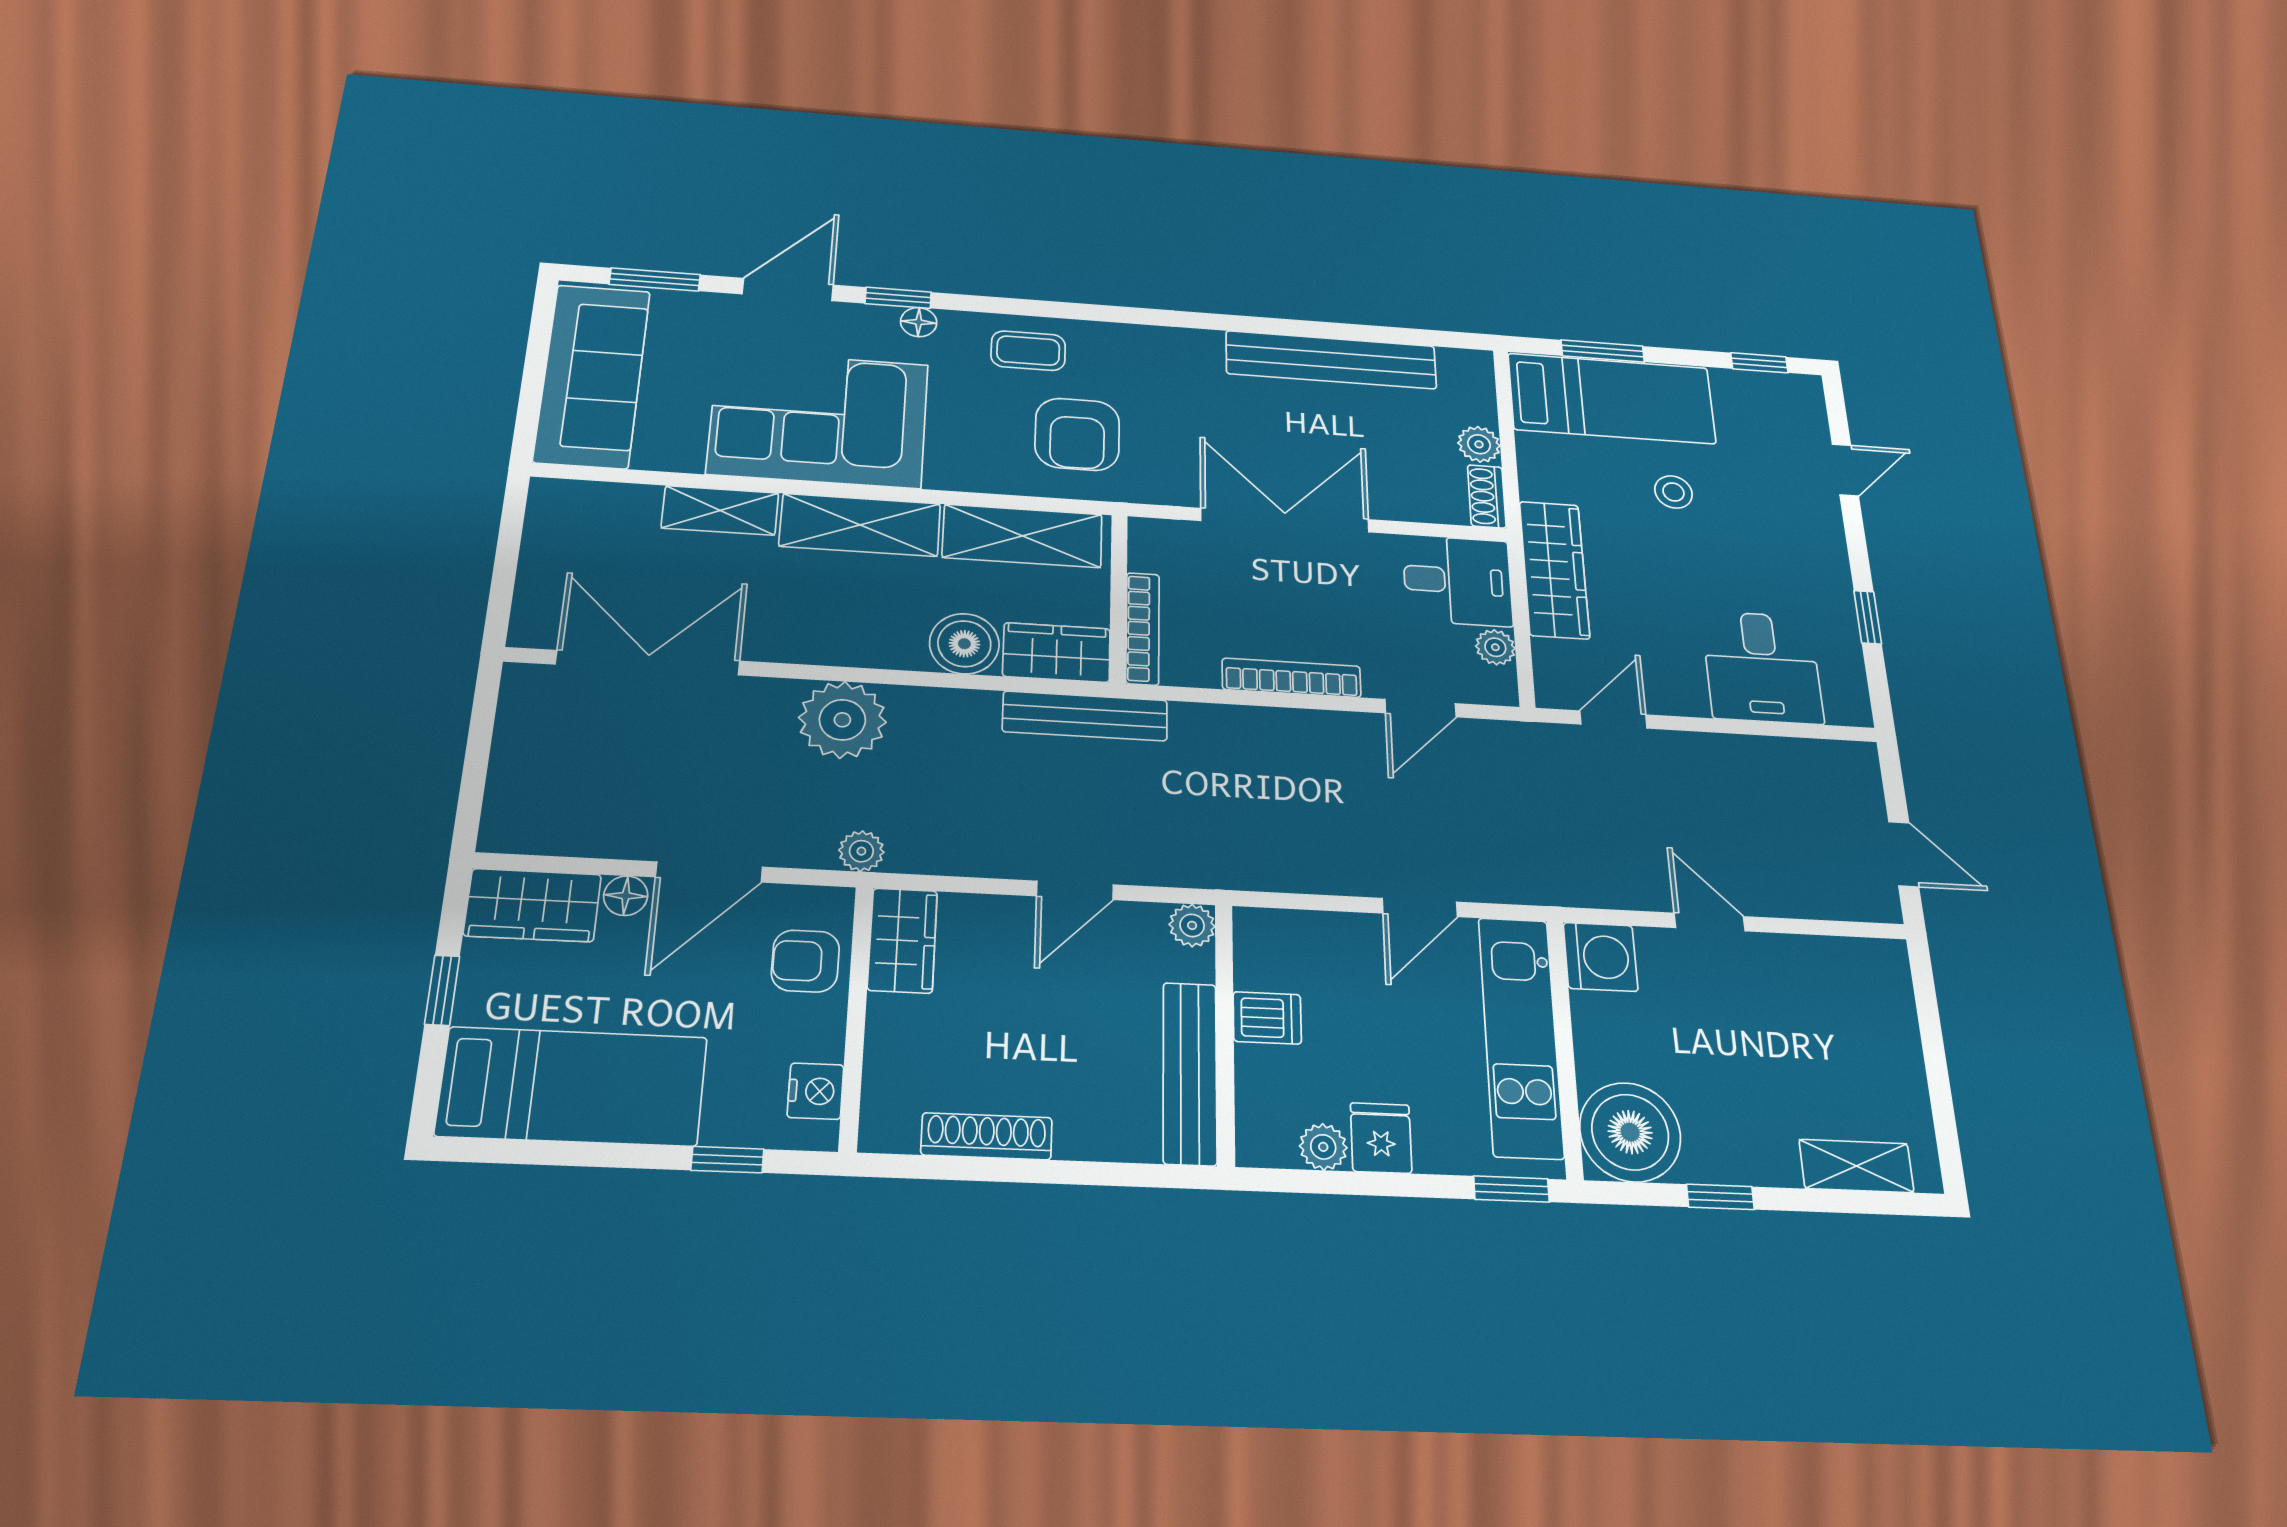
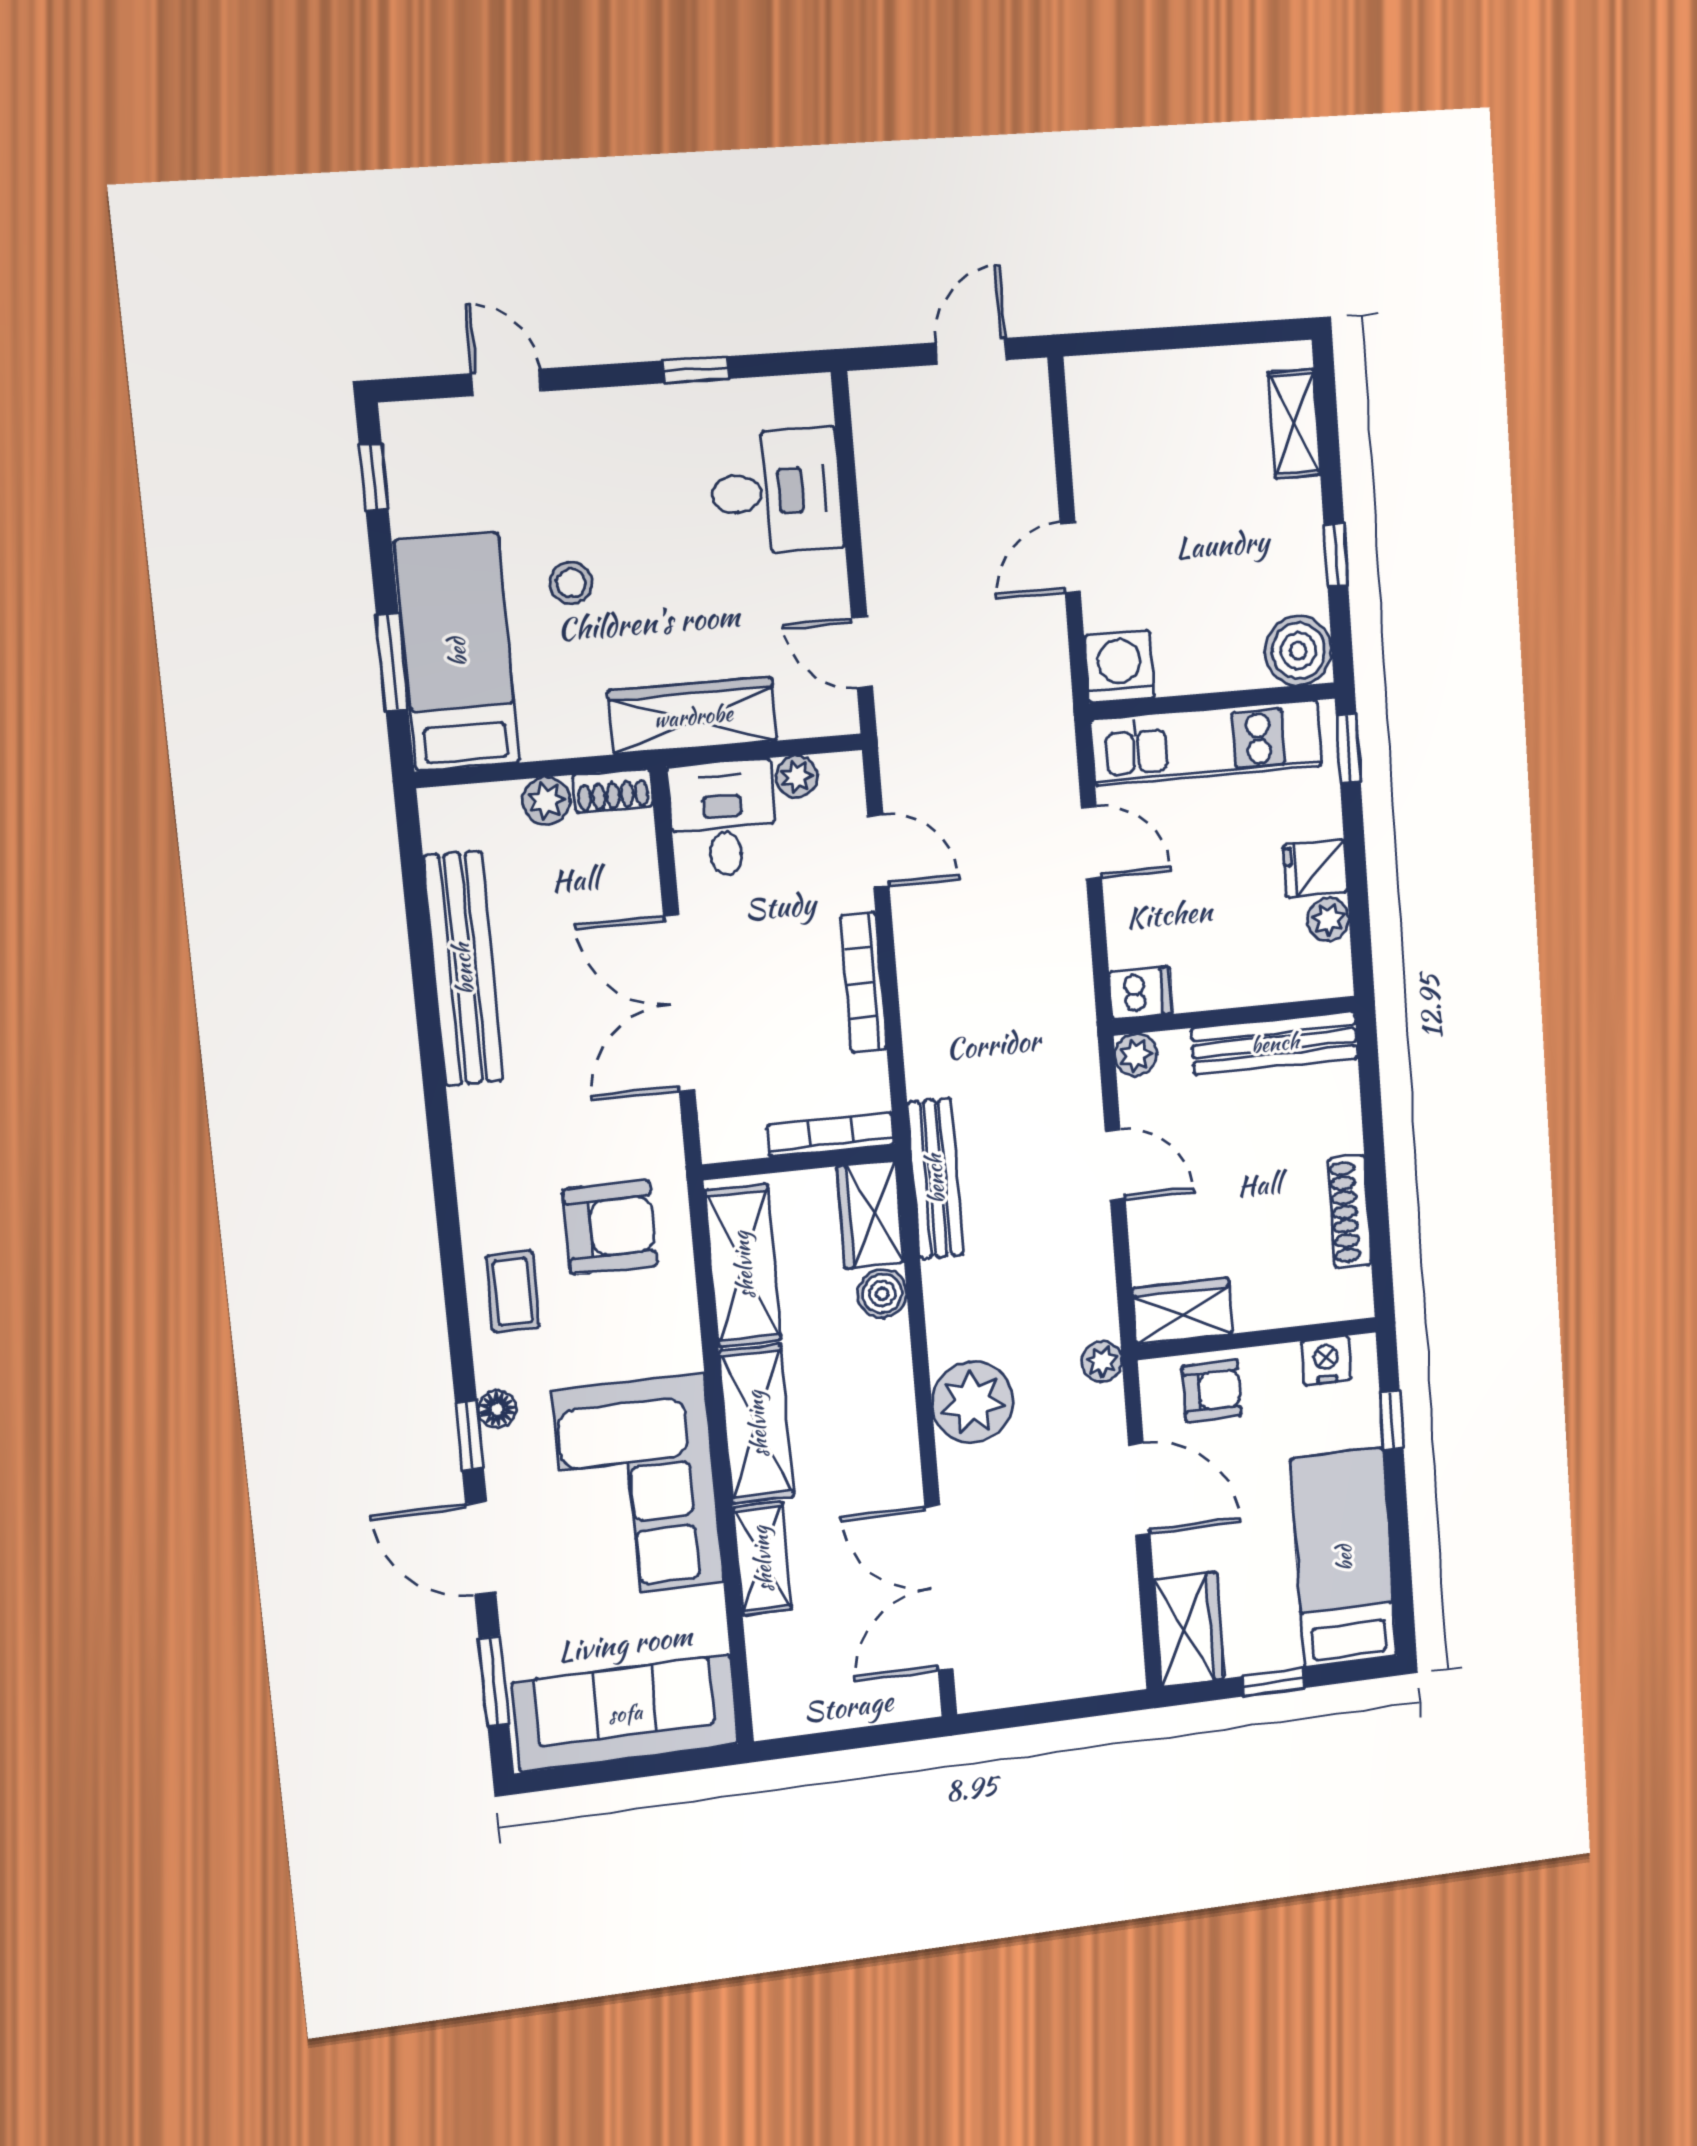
boiler: (964, 644) -> (882, 1294), width x0.73, depth x0.73
floor lamp: (626, 896) -> (1170, 1554), removed
armchair: (805, 961) -> (1212, 1391), turned -90
dishwasher: (1267, 1018) -> (1141, 993), moved, turned 90
boiler: (1630, 1132) -> (1298, 651), width x0.73, depth x0.73

